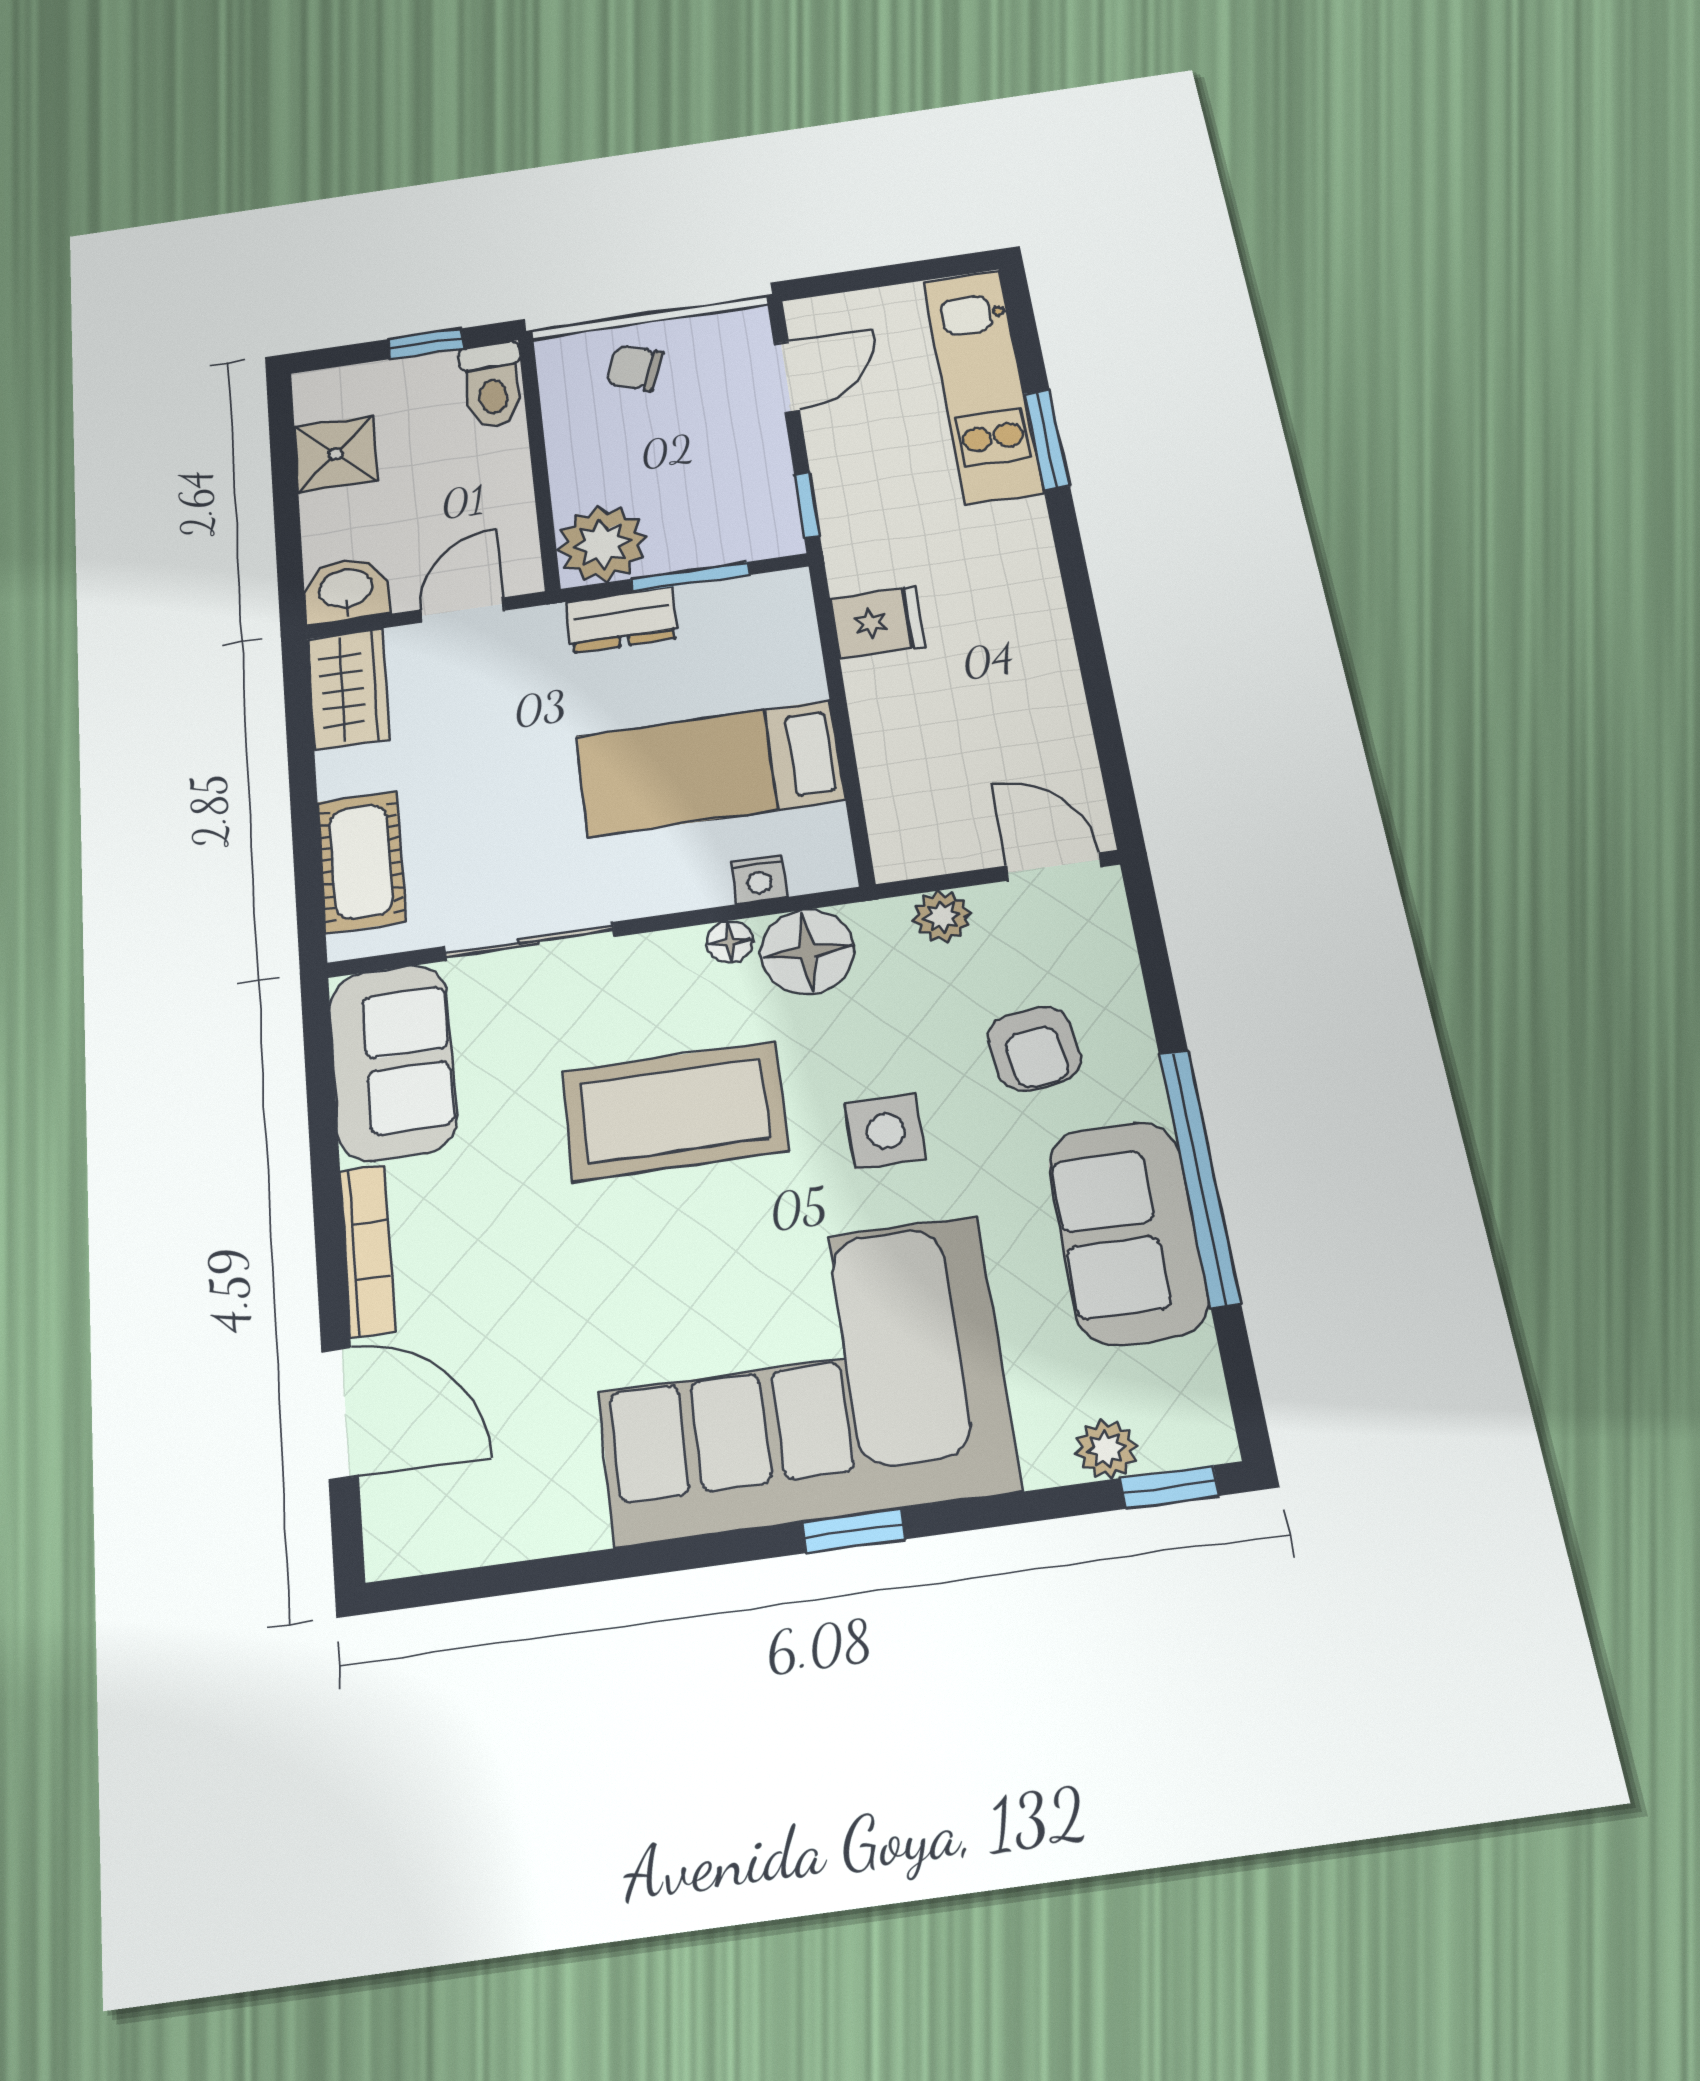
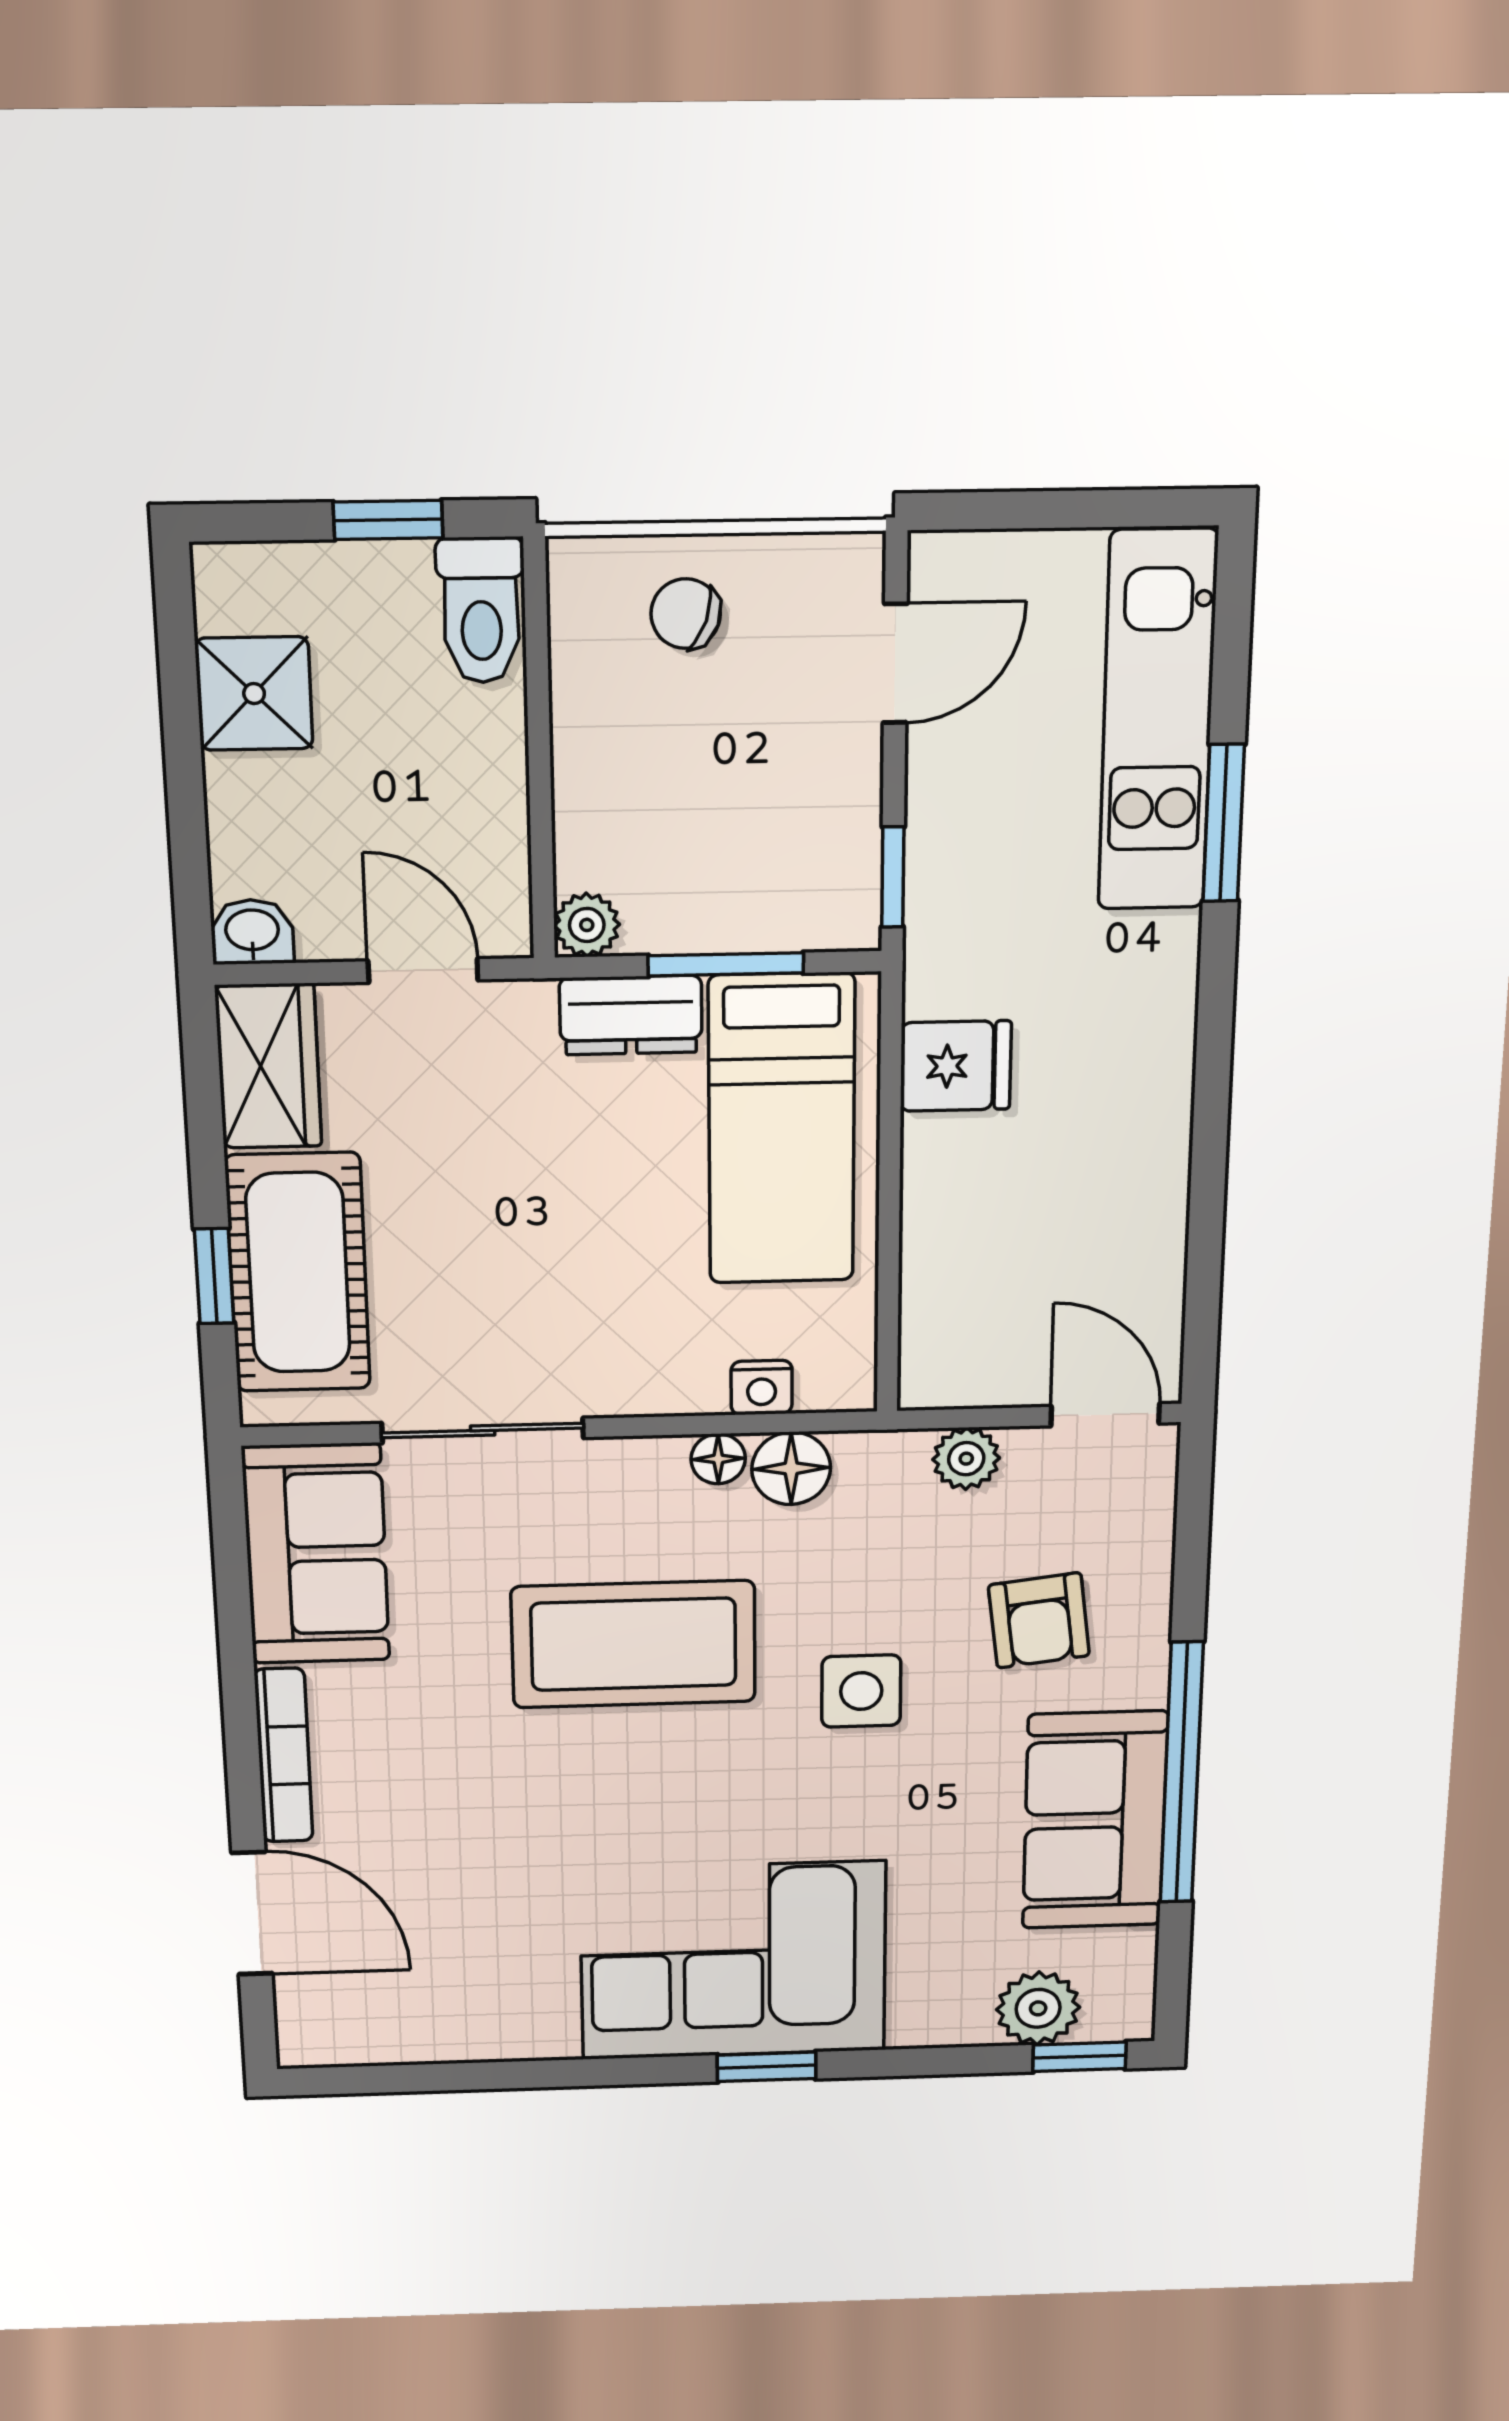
plant: (602, 544) -> (587, 925), width x0.53, depth x0.53
washbasin: (346, 590) -> (252, 932), width x0.72, depth x0.69
door: (463, 610) -> (423, 970), hinge flipped
bed: (710, 768) -> (782, 1130), moved, turned -90
window: (306, 846) -> (214, 1276), added
cot: (361, 862) -> (298, 1273), width x1.37, depth x1.34
floor lamp: (807, 952) -> (791, 1468), width x0.73, depth x0.73
corner sofa: (799, 1379) -> (733, 1961), width x0.73, depth x0.74
plant: (1106, 1449) -> (1038, 2008), width x1.38, depth x1.38

